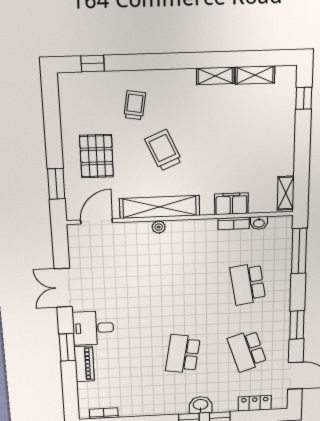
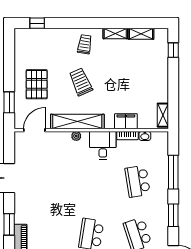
trolley: (135, 105) -> (85, 44), moved
window: (299, 251) -> (173, 172), moved
desk: (93, 328) -> (103, 145), moved, turned 90

